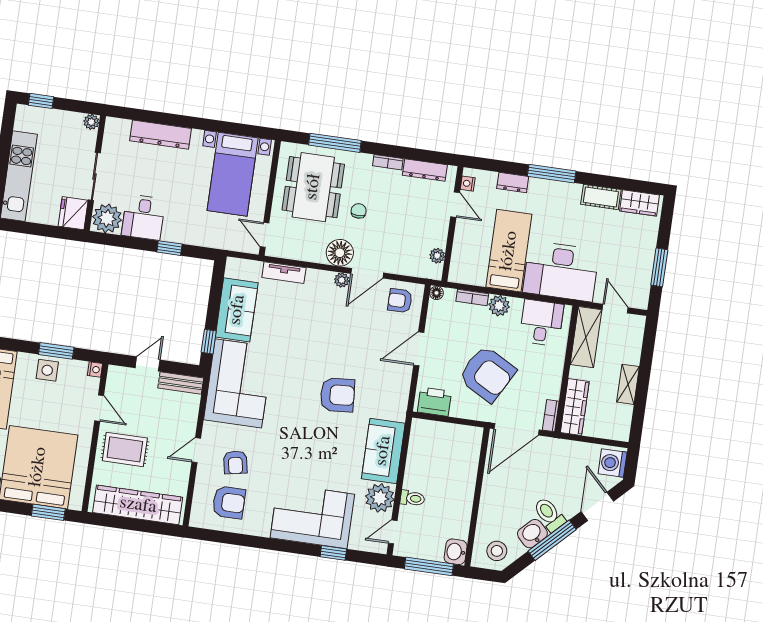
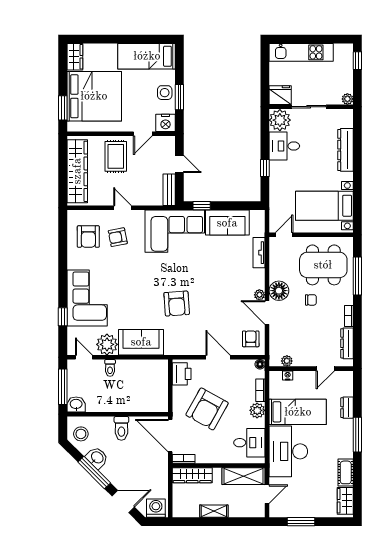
nightstand: (468, 184) -> (288, 375), moved
nightstand: (95, 369) -> (166, 123), width x1.89, depth x1.79
toilet: (549, 514) -> (121, 428), moved, turned 135

